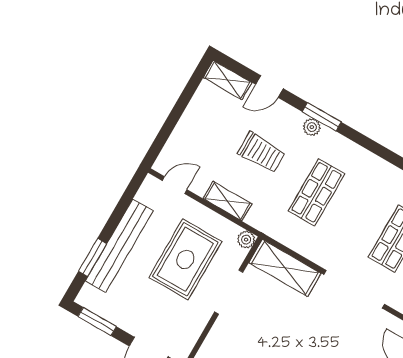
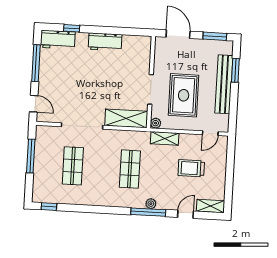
window: (322, 117) -> (148, 212), width x1.44
trolley: (261, 152) -> (191, 168), moved
shelving: (227, 201) -> (165, 138), moved

